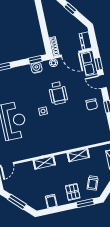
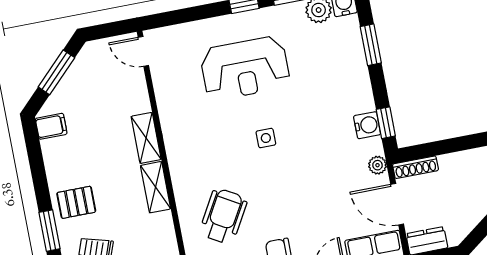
door: (70, 54) -> (397, 204), hinge flipped
wheelchair: (58, 93) -> (223, 216), moved, turned 120
shelving: (78, 155) -> (156, 187), moved
filing cabinet: (51, 201) -> (51, 126), moved

